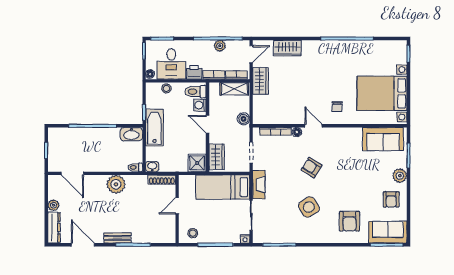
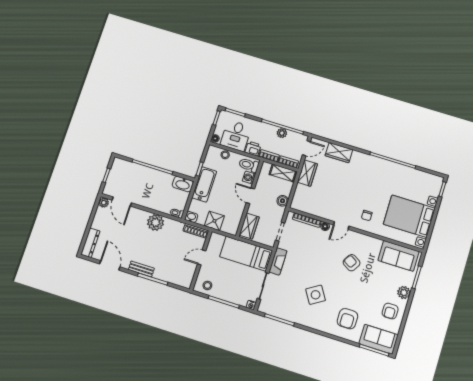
door: (314, 126) -> (341, 226), swing flipped
shower: (197, 163) -> (214, 221), moved
armchair: (312, 168) -> (352, 263), moved
plant: (53, 205) -> (104, 203), moved

